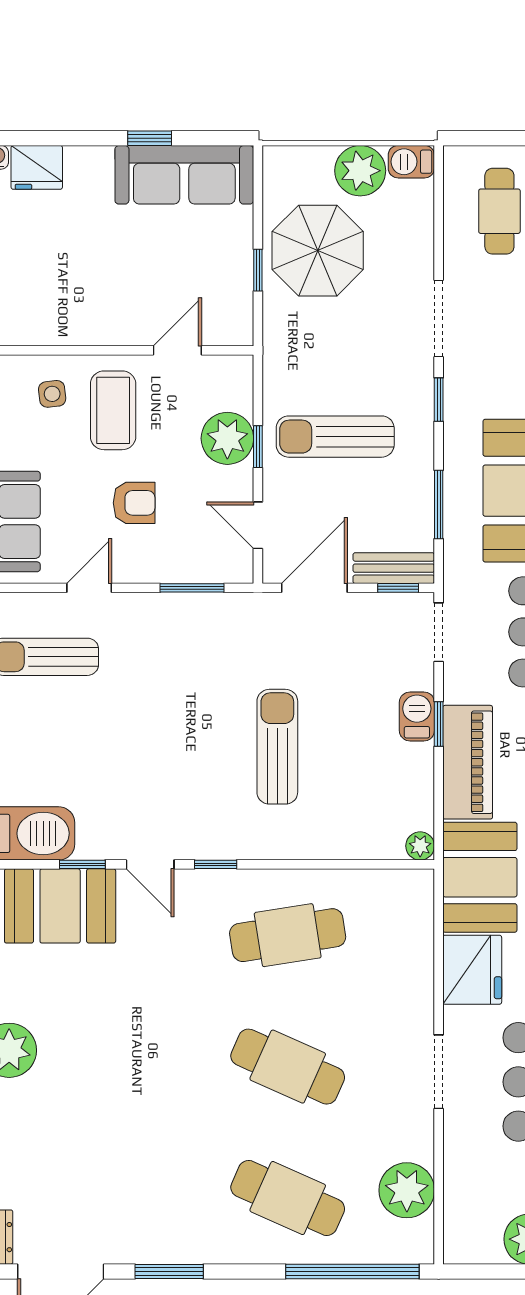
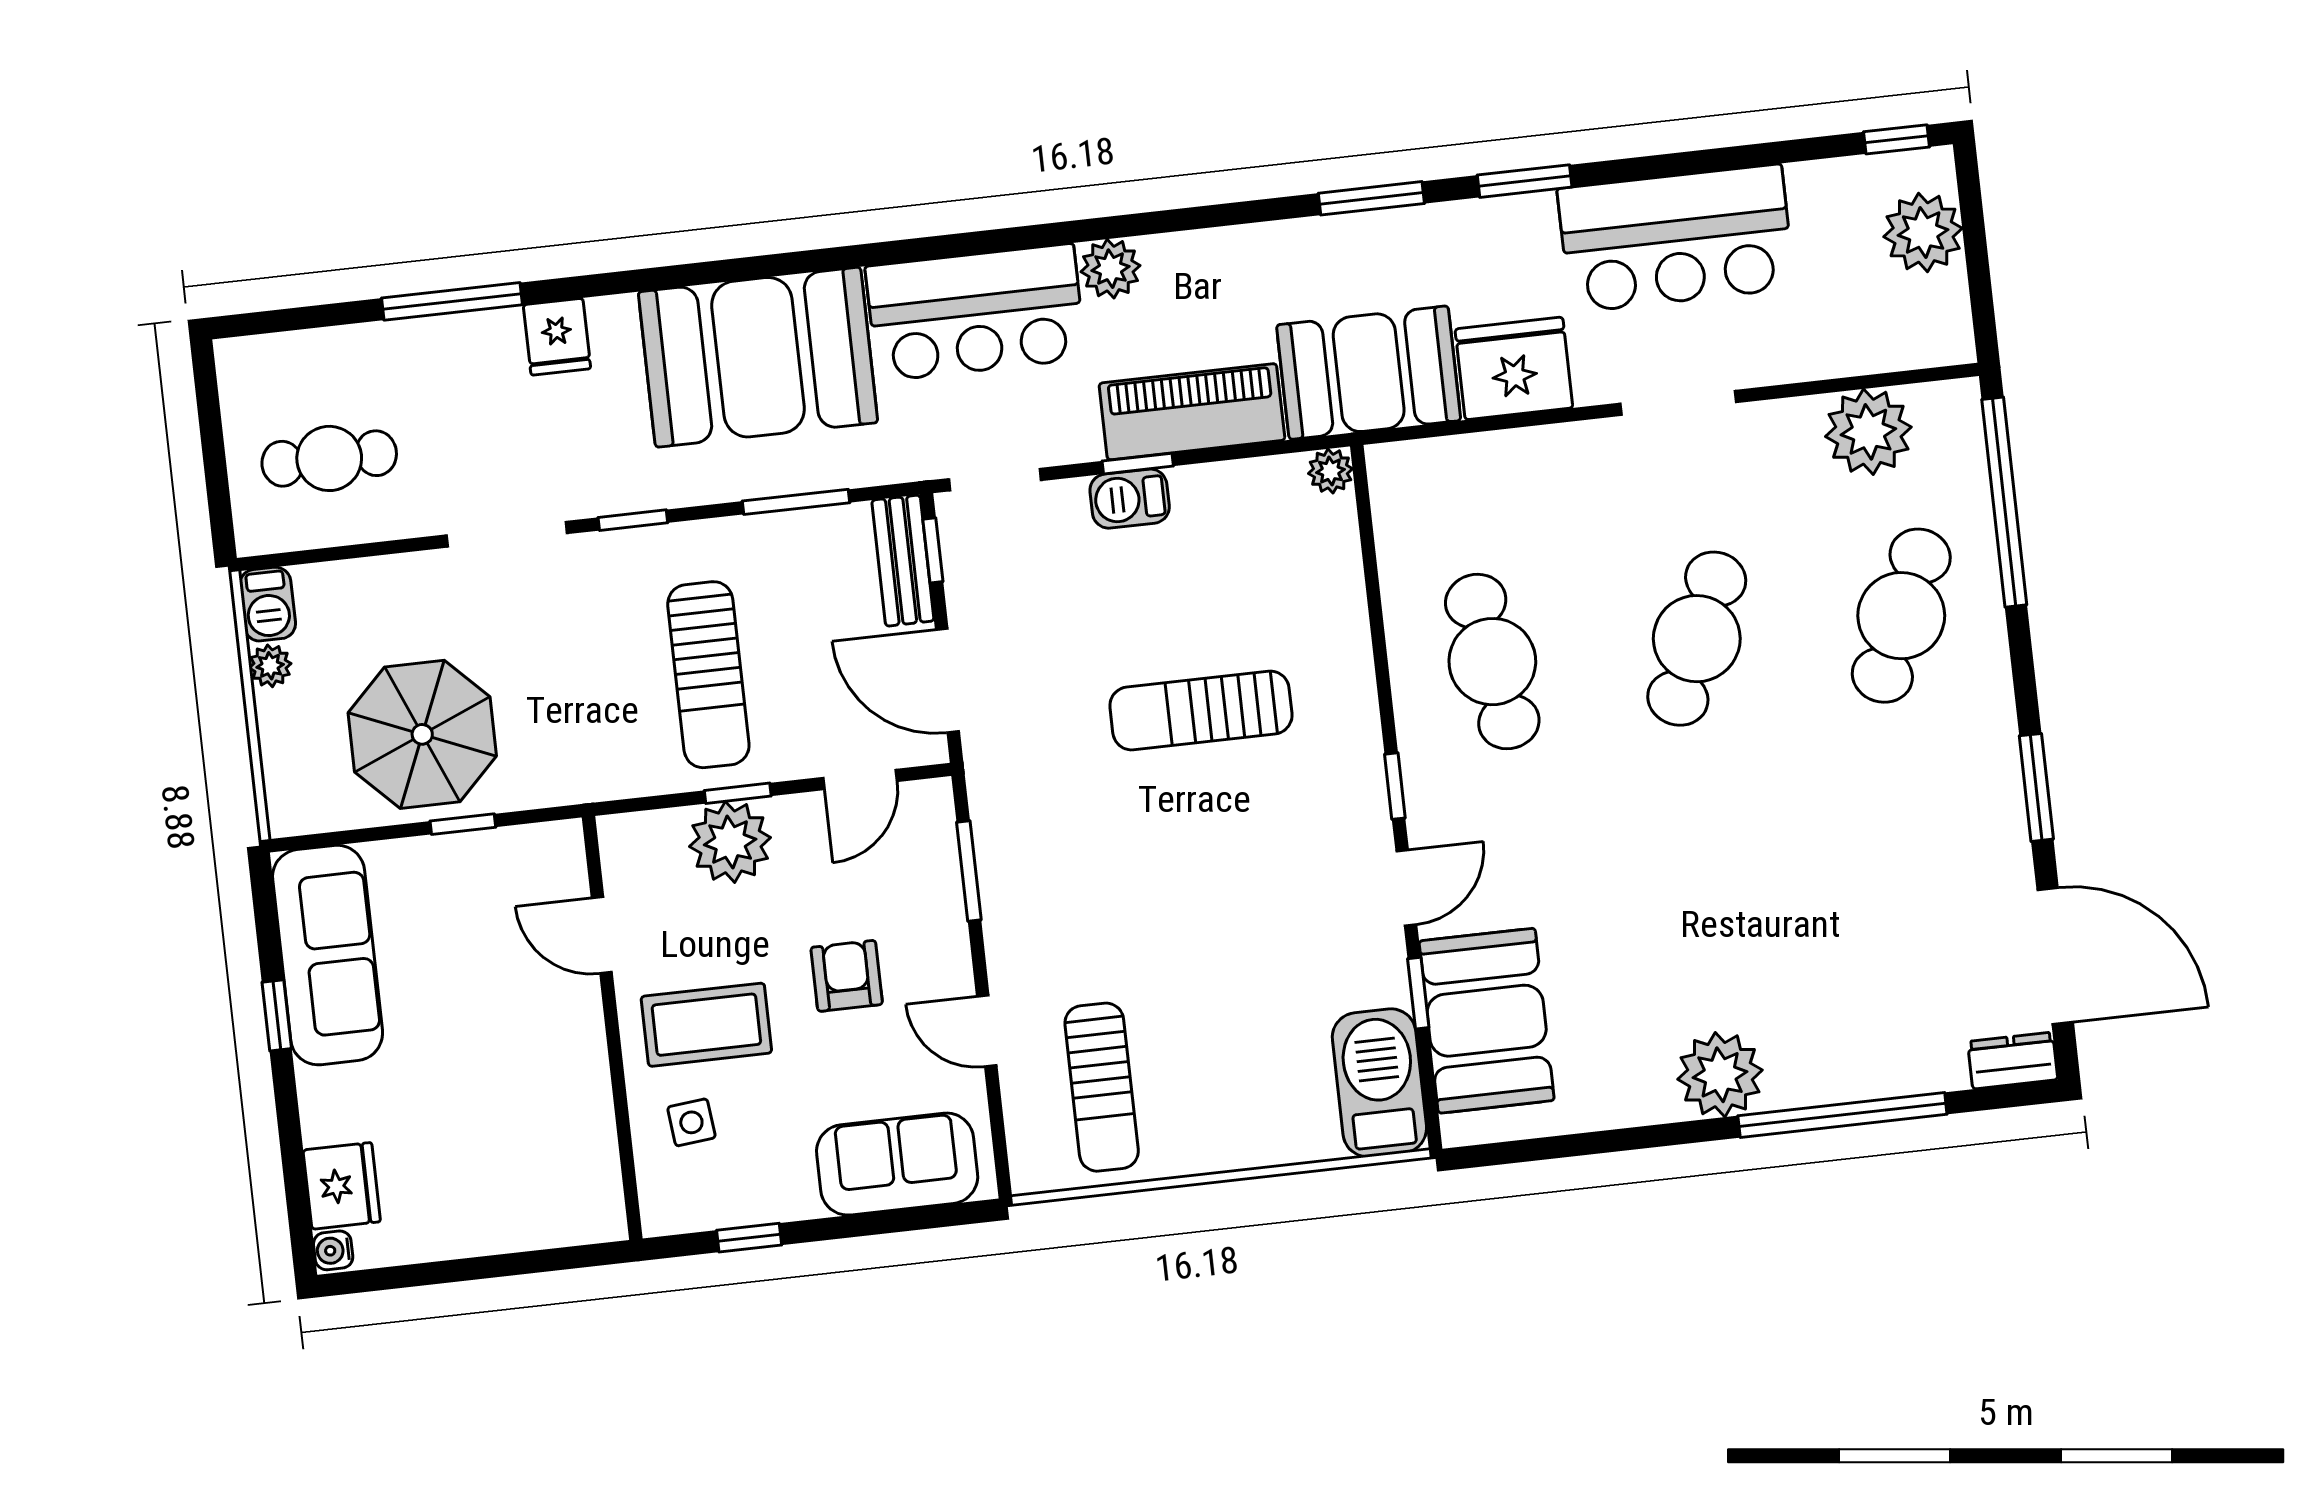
plant: (360, 171) -> (270, 666), width x0.53, depth x0.53

